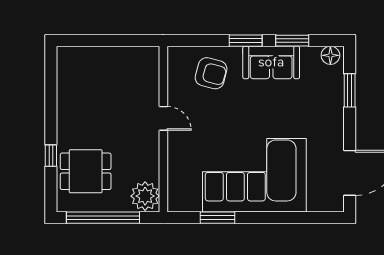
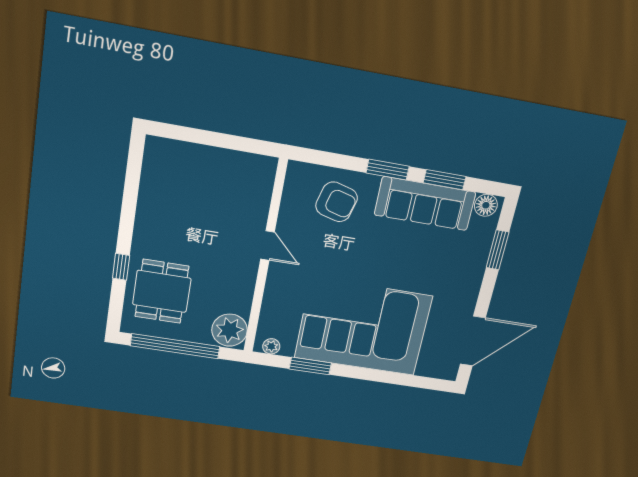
sofa: (271, 62) -> (425, 204), width x1.36
dining table: (86, 171) -> (162, 291), turned 90
plant: (182, 205) -> (271, 346), added

